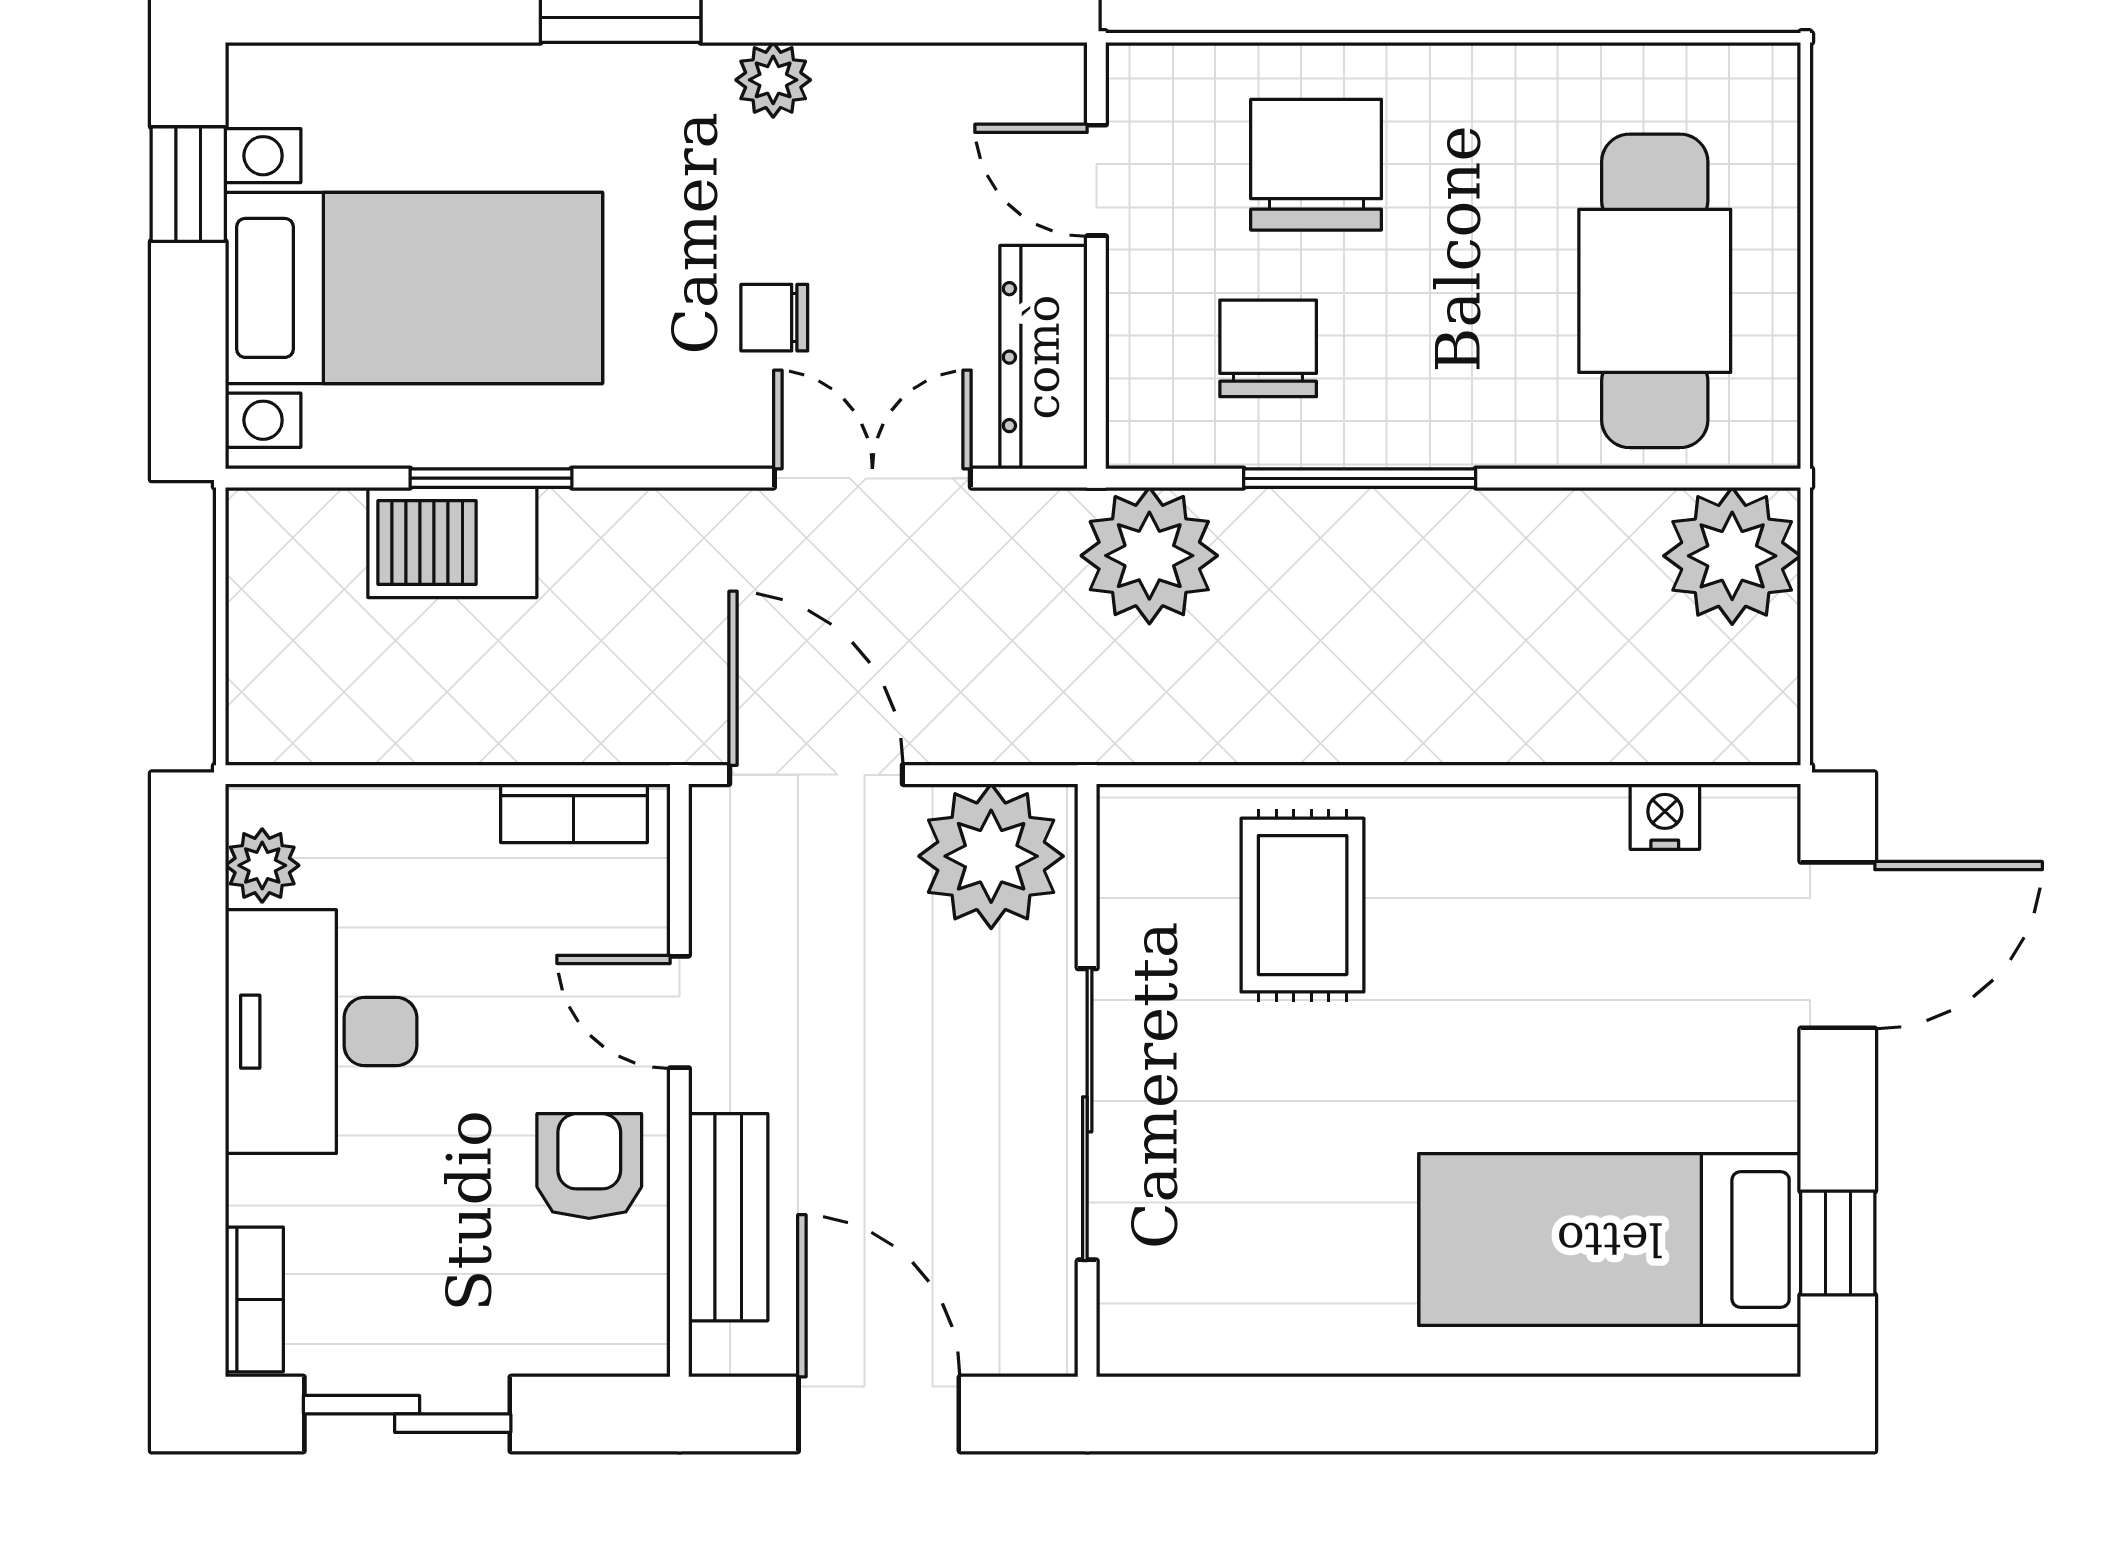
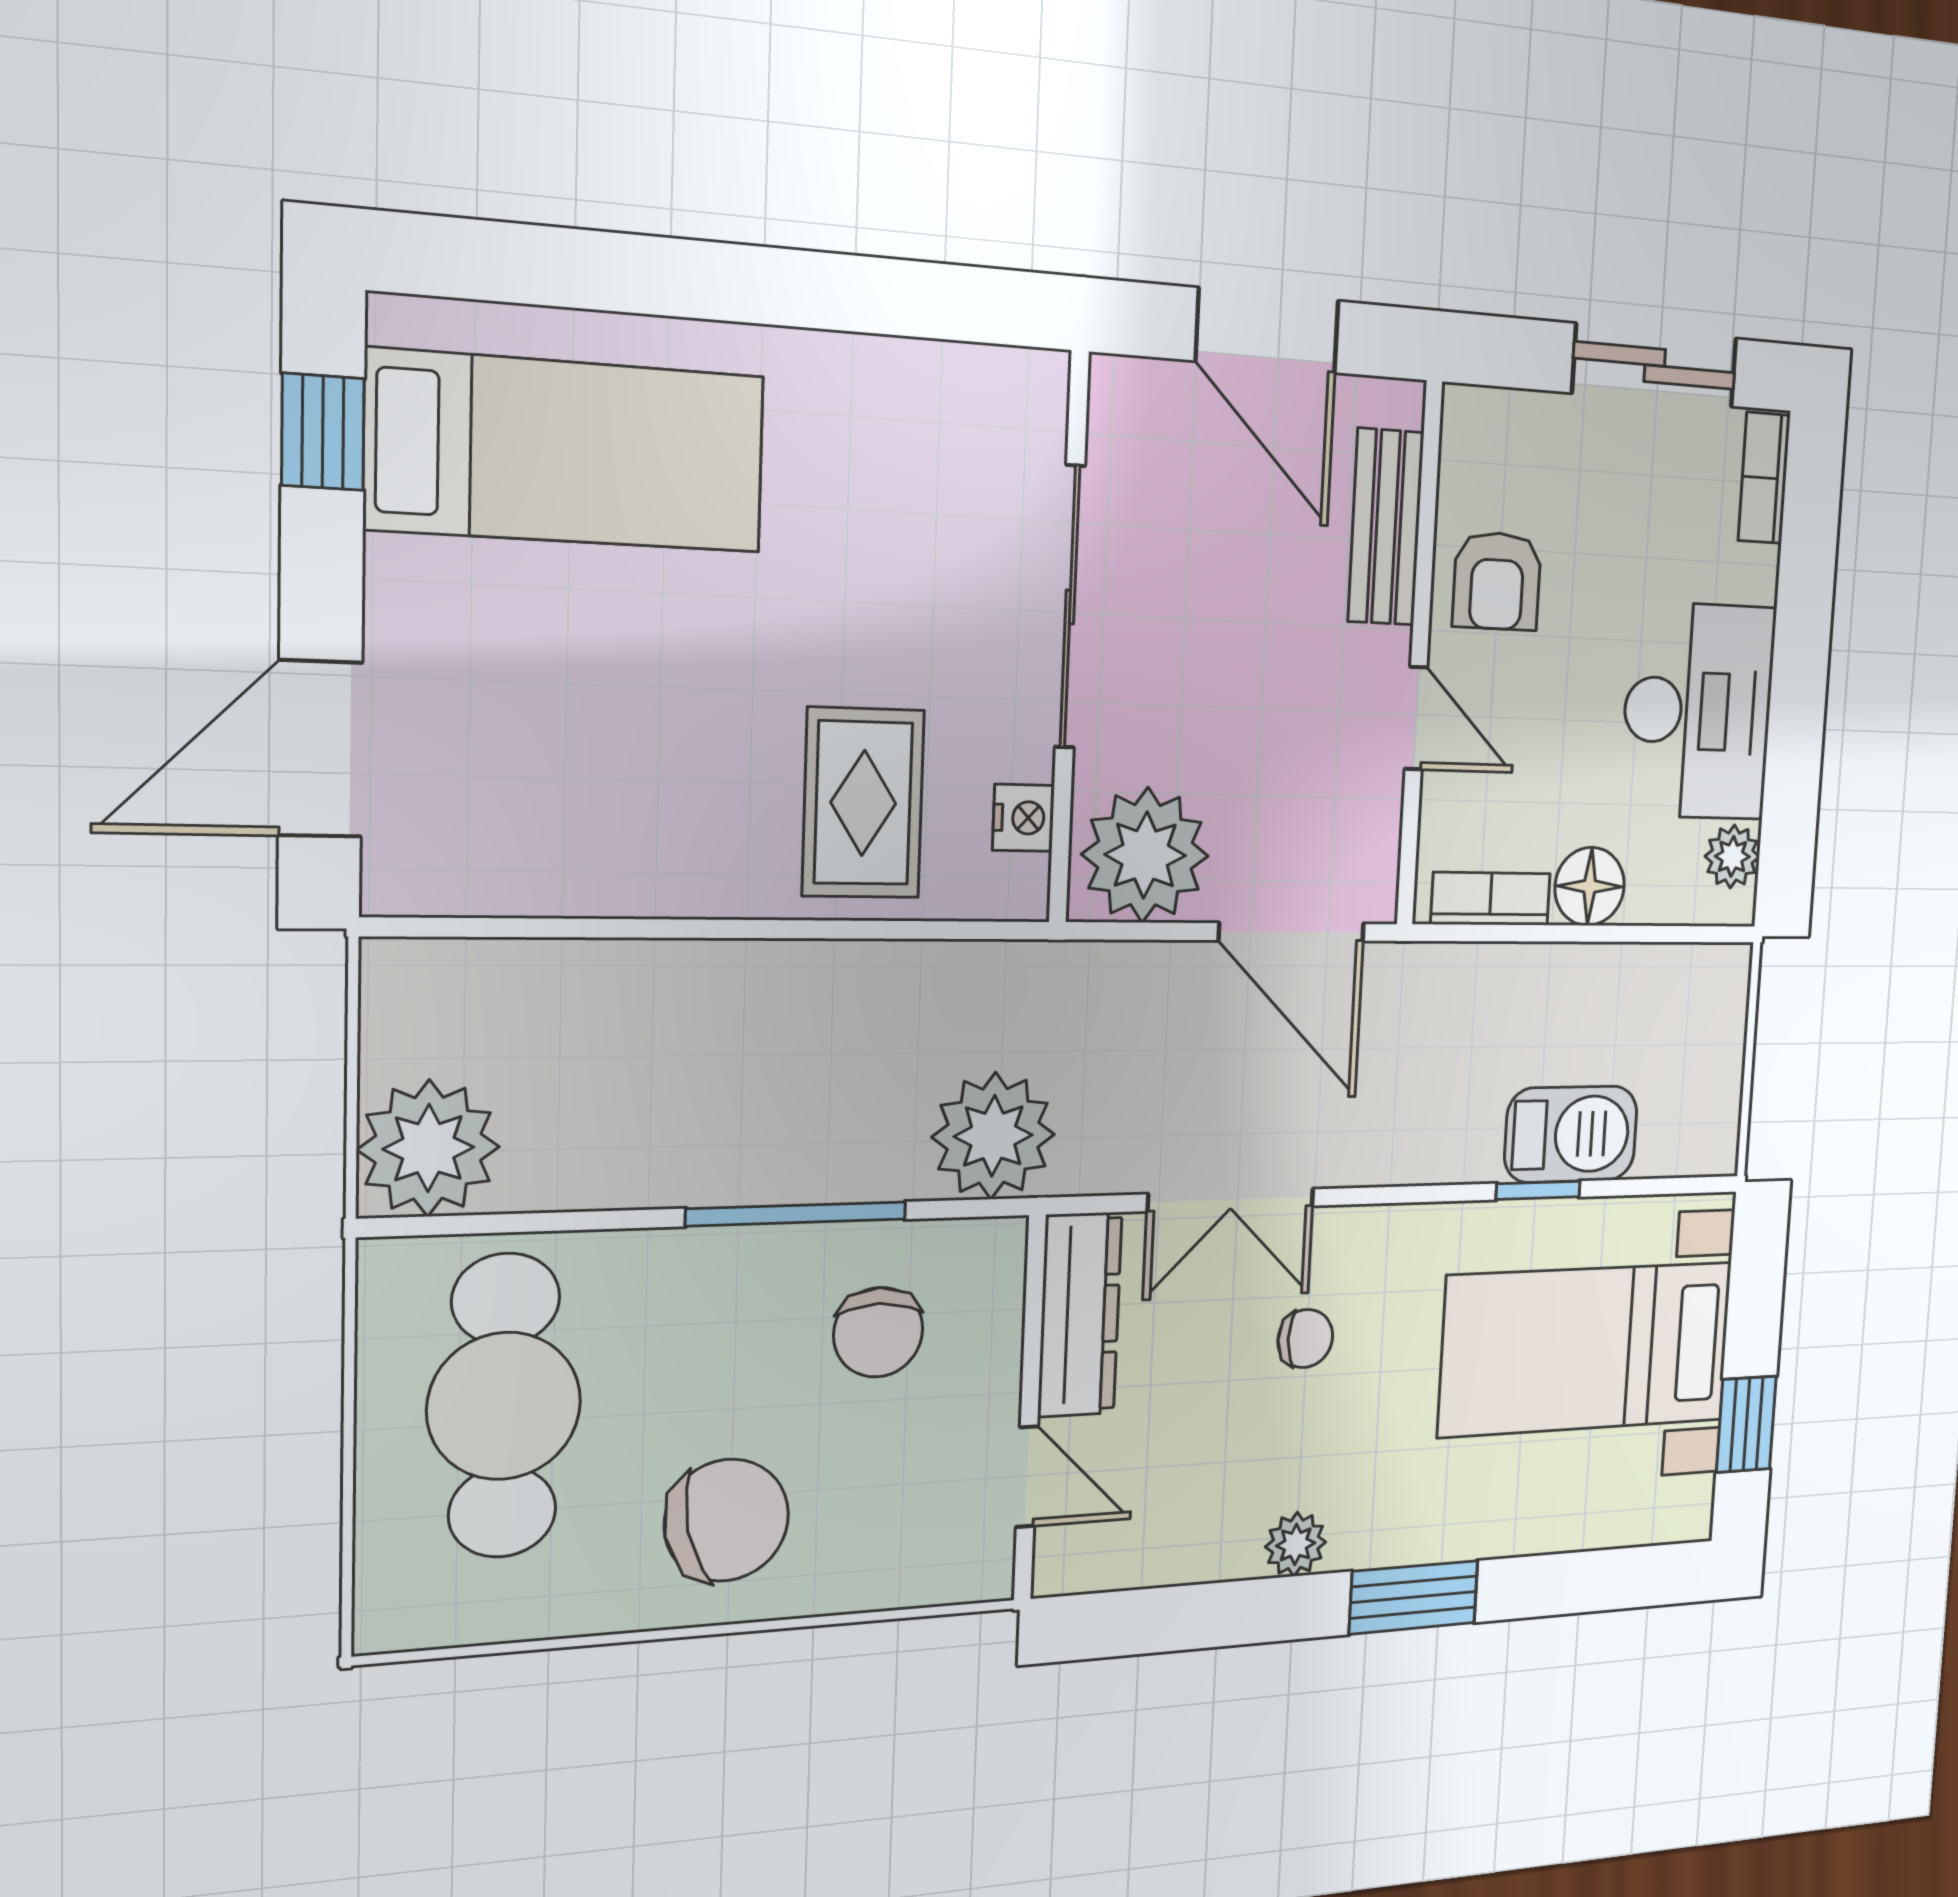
chair: (1316, 165) -> (727, 1520), moved, turned -102
window: (491, 478) -> (1538, 1190), width x0.67
nightstand: (1665, 817) -> (1024, 818), moved, turned -90
floor lamp: (448, 829) -> (1590, 886), added

